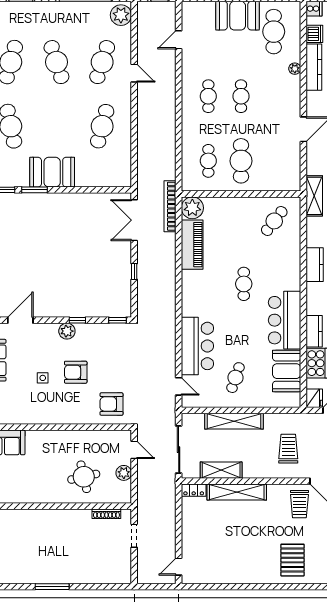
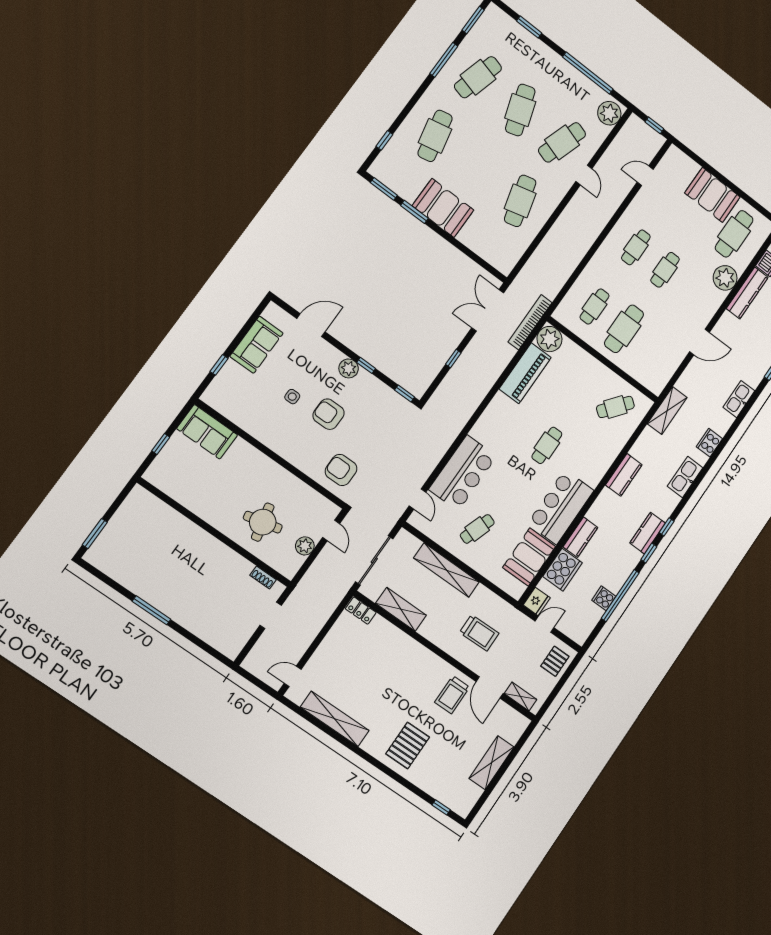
plant: (295, 69) -> (725, 278), width x1.87, depth x1.87
cafe table: (102, 126) -> (520, 201), turned -30
trolley: (288, 449) -> (479, 633), turned 89
shelving: (237, 492) -> (335, 719), moved
shoe rack: (106, 514) -> (263, 578), width x0.70

